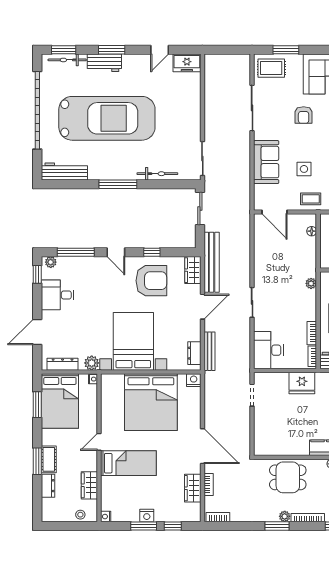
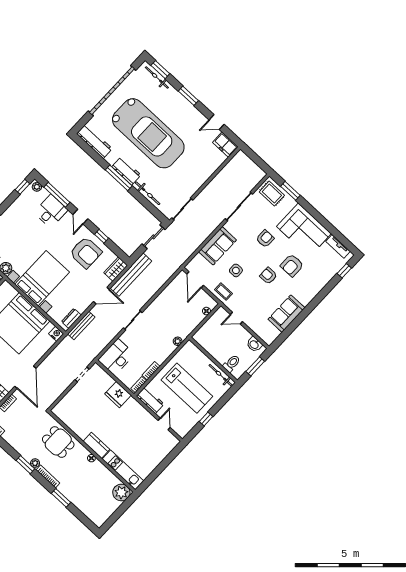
workbench: (104, 63) -> (126, 171), moved, turned 180
armchair: (304, 115) -> (265, 239), turned 180
desk: (58, 295) -> (51, 211), moved, turned 90

